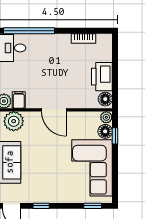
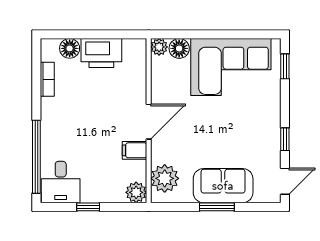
floor lamp: (105, 99) -> (70, 48), moved
filing cabinet: (19, 100) -> (135, 150), moved
window: (115, 136) -> (185, 34), removed

